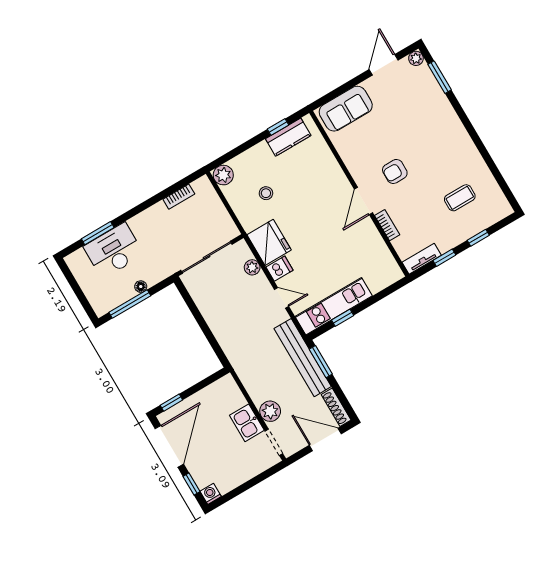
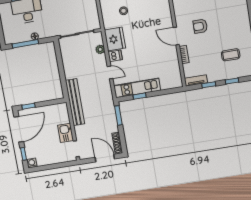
door: (364, 201) -> (176, 36), hinge flipped
bench: (303, 358) -> (75, 102), moved
plant: (270, 411) -> (81, 131), removed

